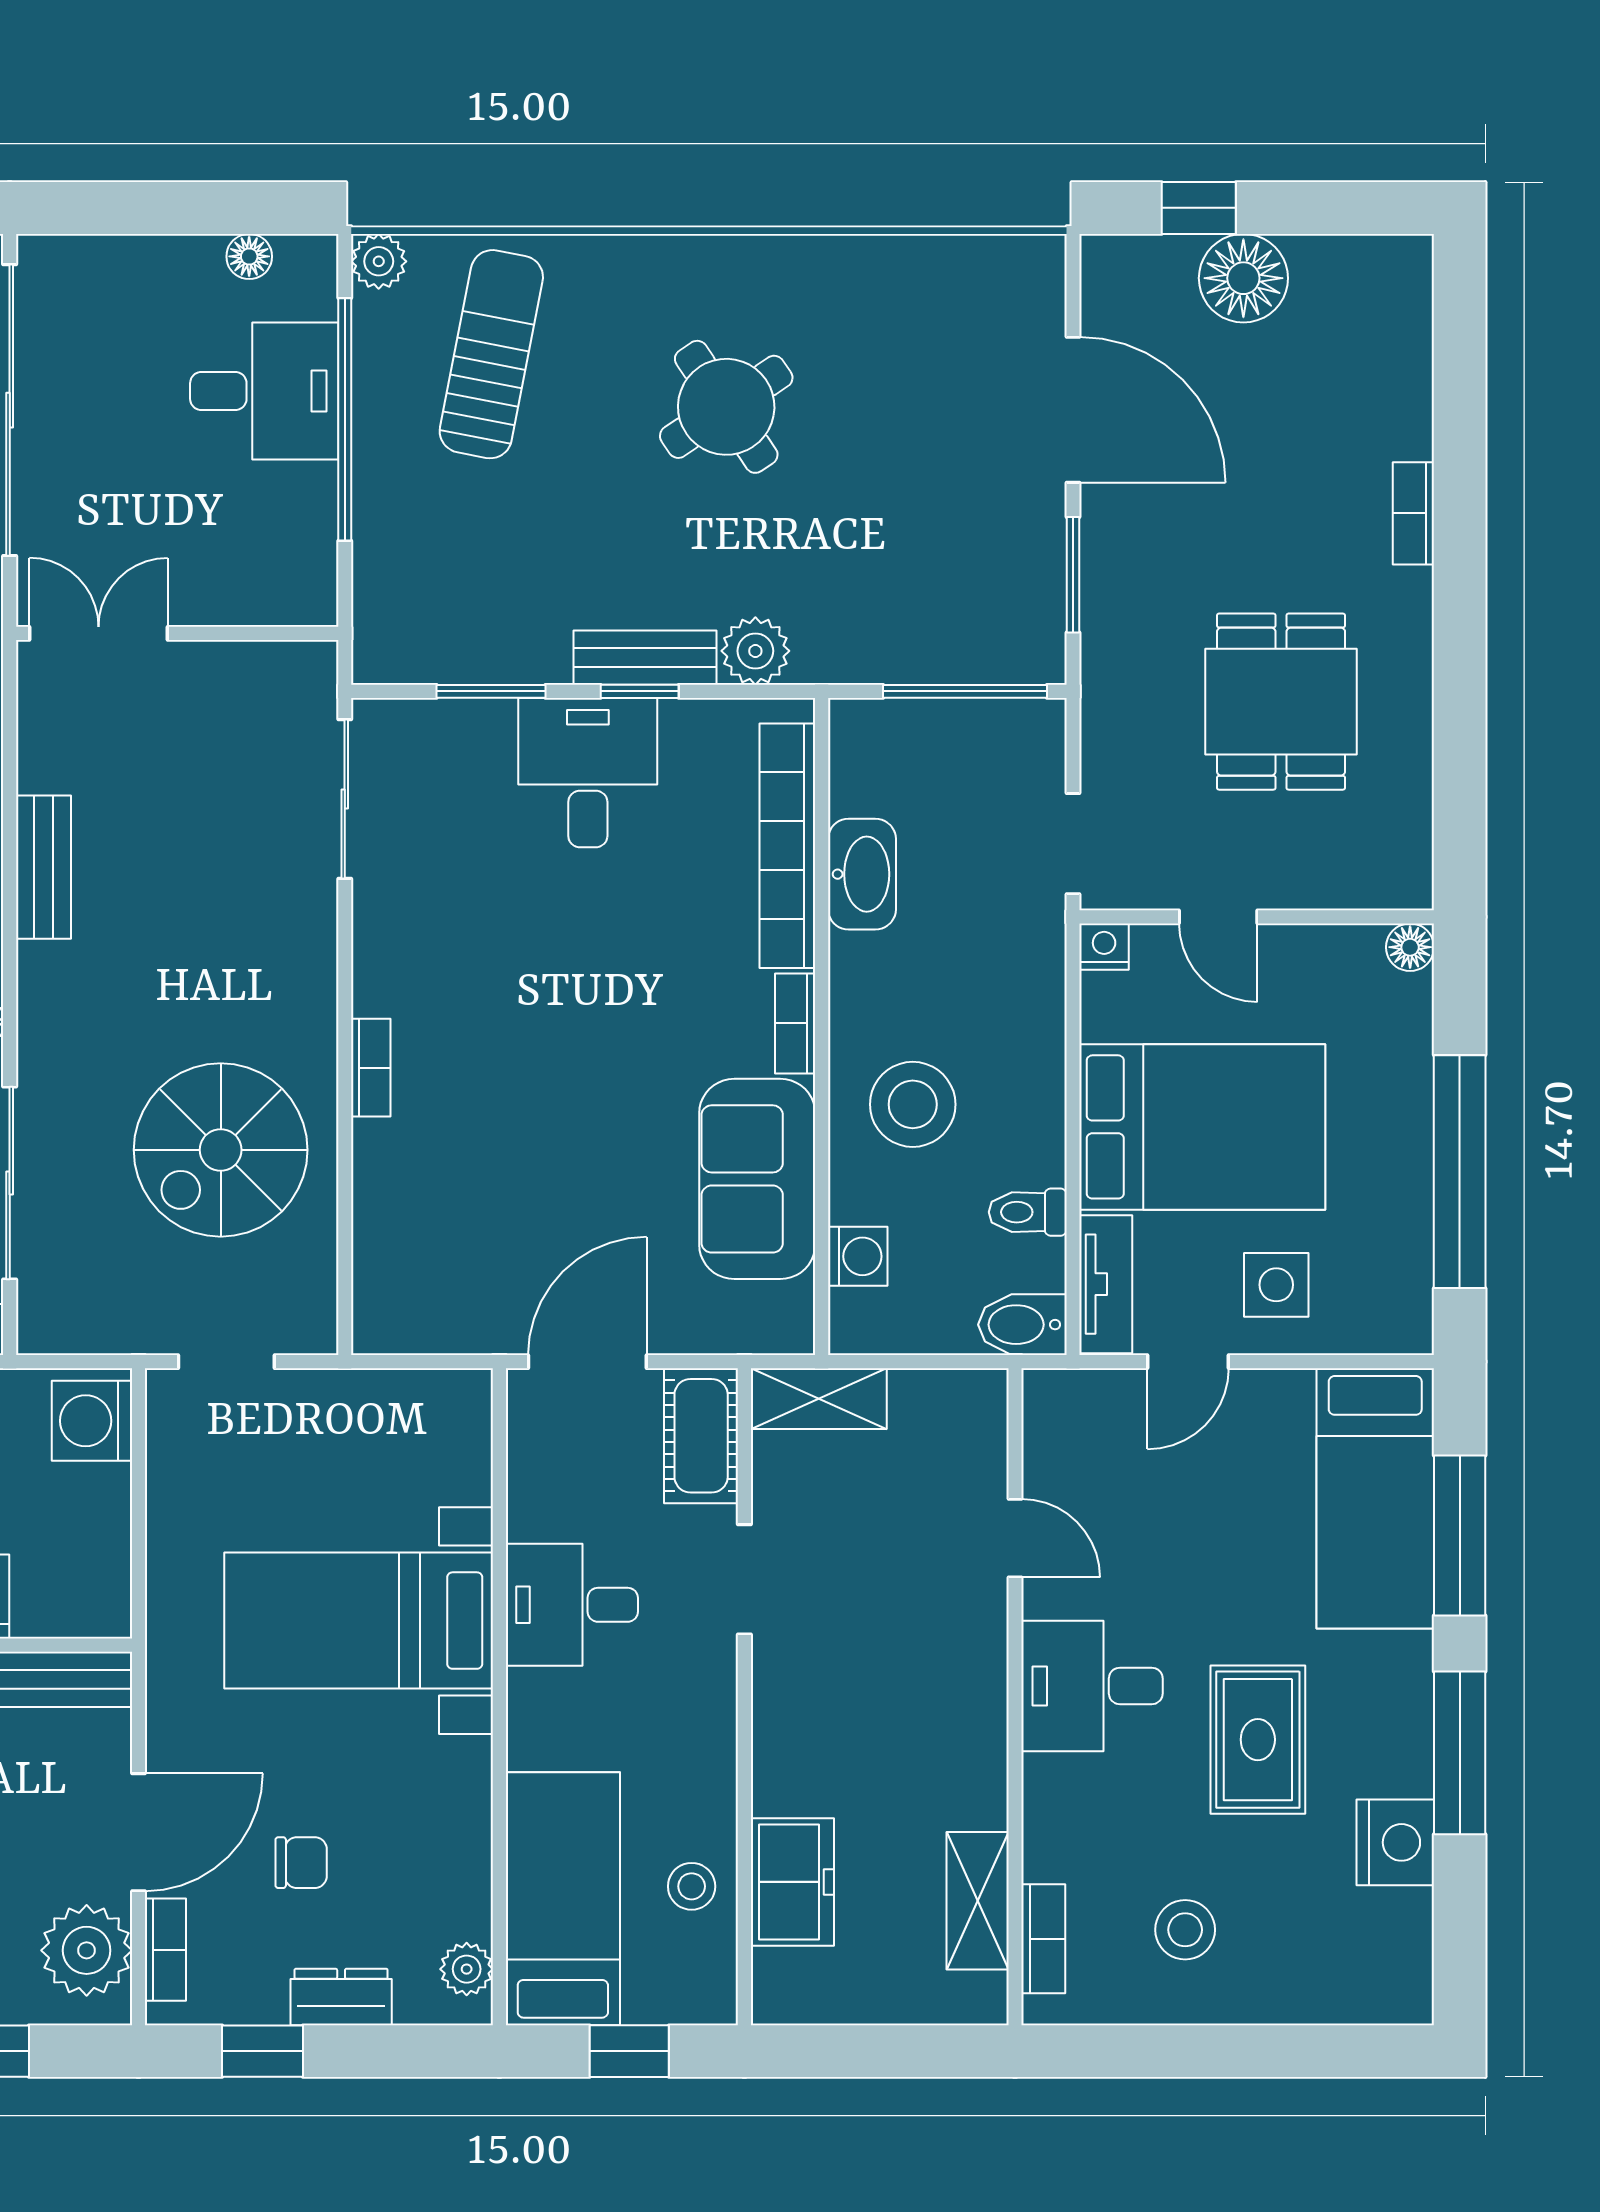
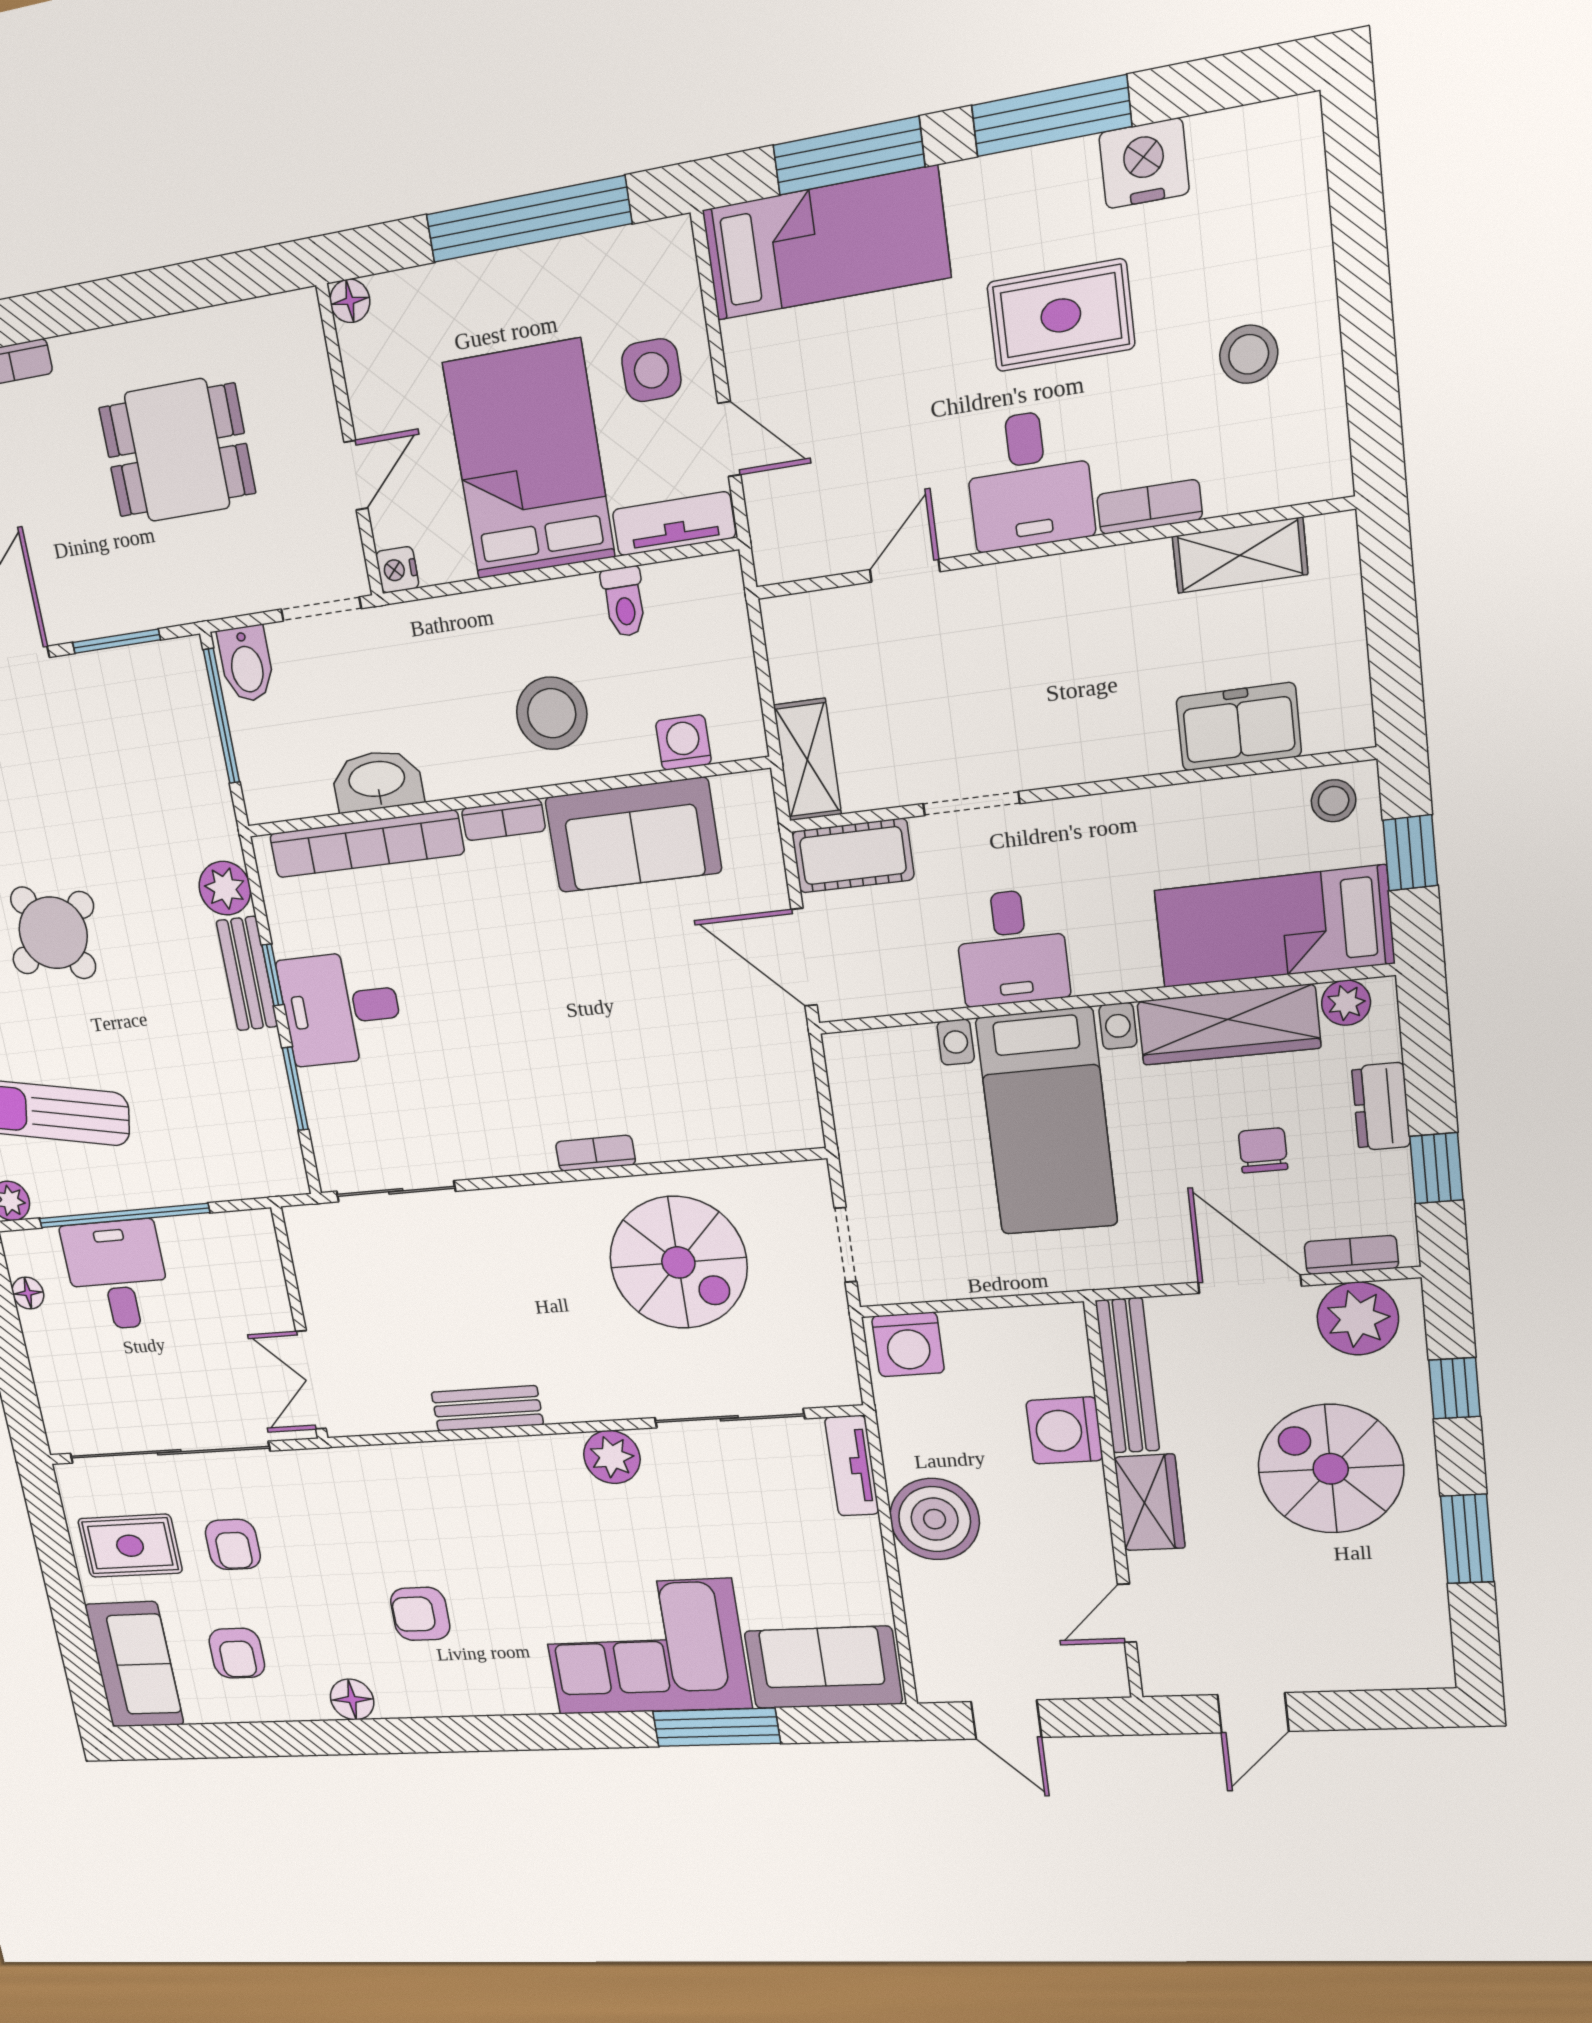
bidet: (1022, 1325) -> (246, 664), moved
wardrobe: (455, 1838) -> (1228, 1025), added
stool: (692, 1886) -> (1334, 801), moved
bookcase: (1043, 1939) -> (1150, 507), moved

